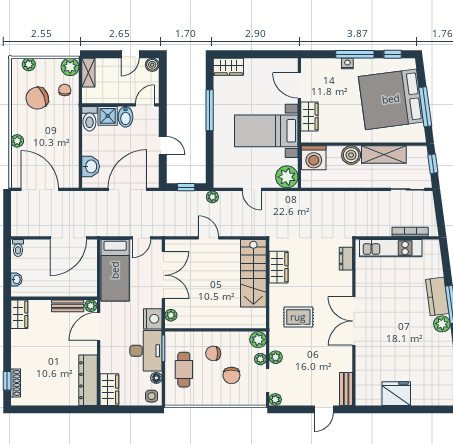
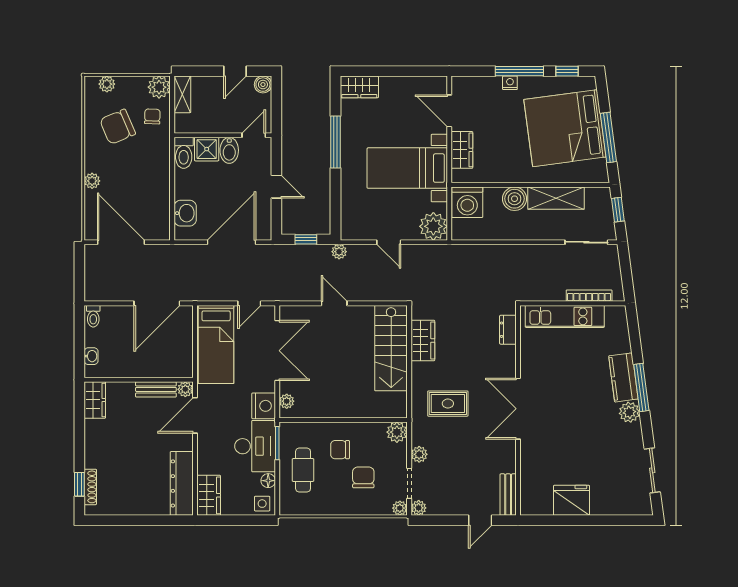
plant: (260, 359) -> (400, 508), moved
chair: (231, 375) -> (363, 477), turned 180

